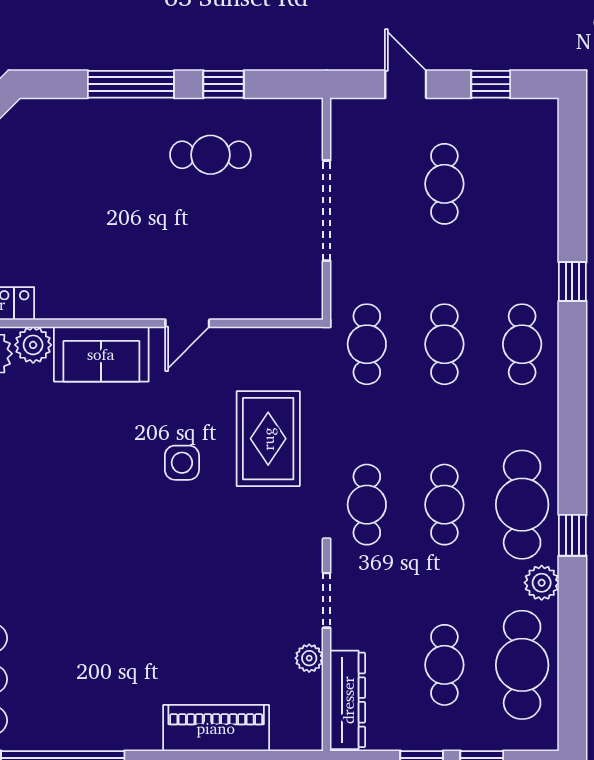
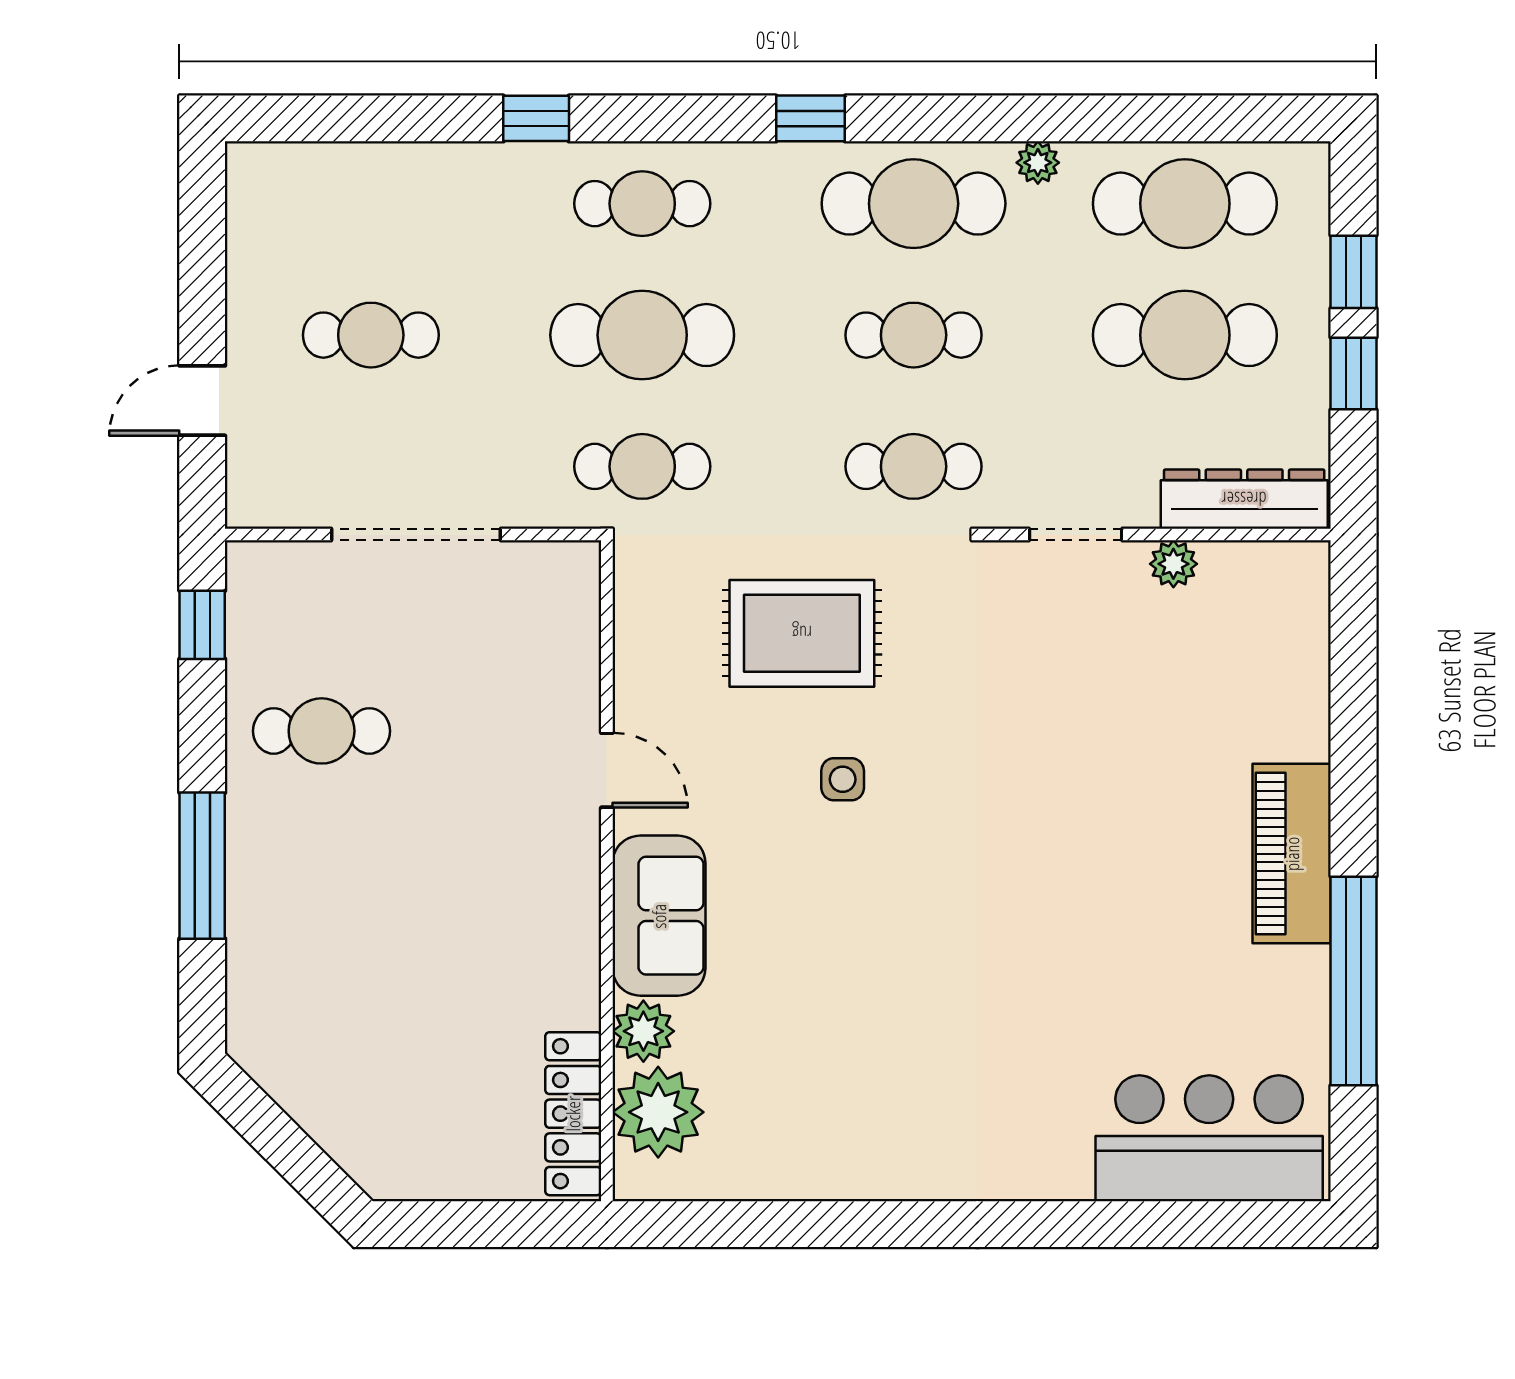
window: (224, 84) -> (202, 625), moved
window: (491, 84) -> (202, 257), removed
cafe table: (210, 155) -> (322, 731), turned 90
cafe table: (444, 344) -> (642, 335), width x1.37, depth x1.35
side table: (182, 463) -> (843, 779), width x0.73, depth x0.73
window: (572, 535) -> (811, 118), moved
plant: (542, 583) -> (1038, 163), width x0.73, depth x0.73
cafe table: (444, 665) -> (1185, 335), width x1.37, depth x1.35
piano: (216, 728) -> (1292, 854), moved

